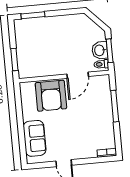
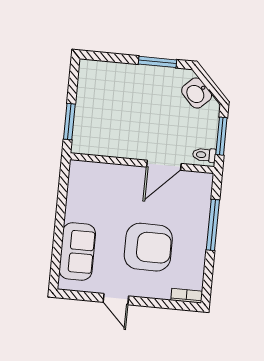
window: (33, 15) -> (157, 62), moved
washbasin: (100, 50) -> (197, 93), moved, turned -44
armchair: (51, 96) -> (148, 247), moved, turned -90

